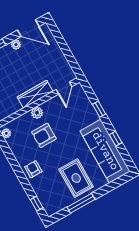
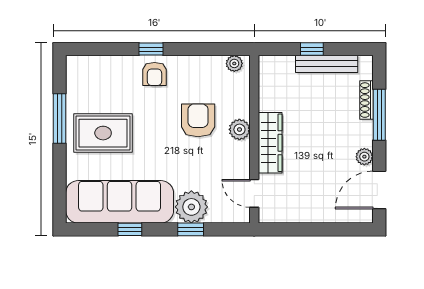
plant: (88, 115) -> (191, 207), added
armchair: (33, 169) -> (154, 74), turned 90
window: (37, 204) -> (151, 49), moved

